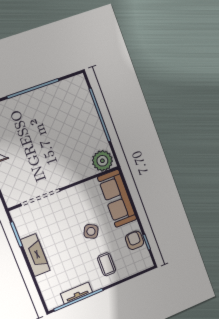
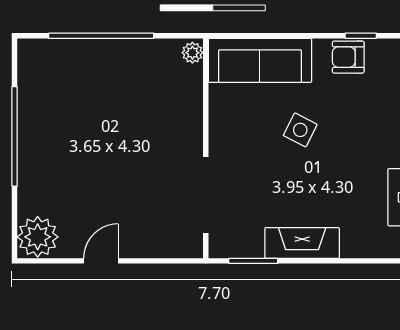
plant: (102, 161) -> (192, 53), width x0.53, depth x0.53
coffee table: (107, 264) -> (370, 124), removed

